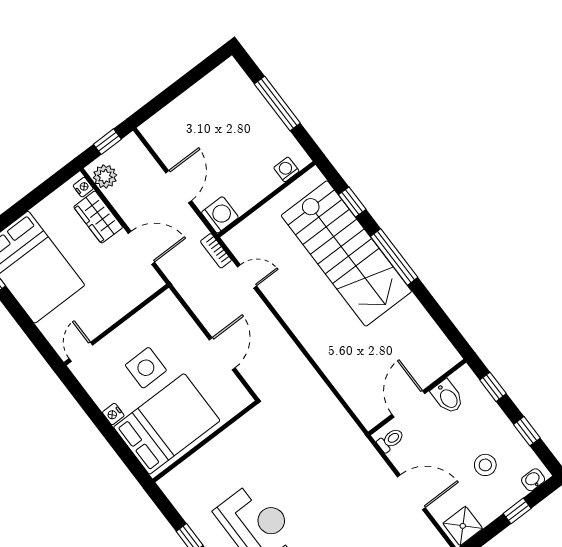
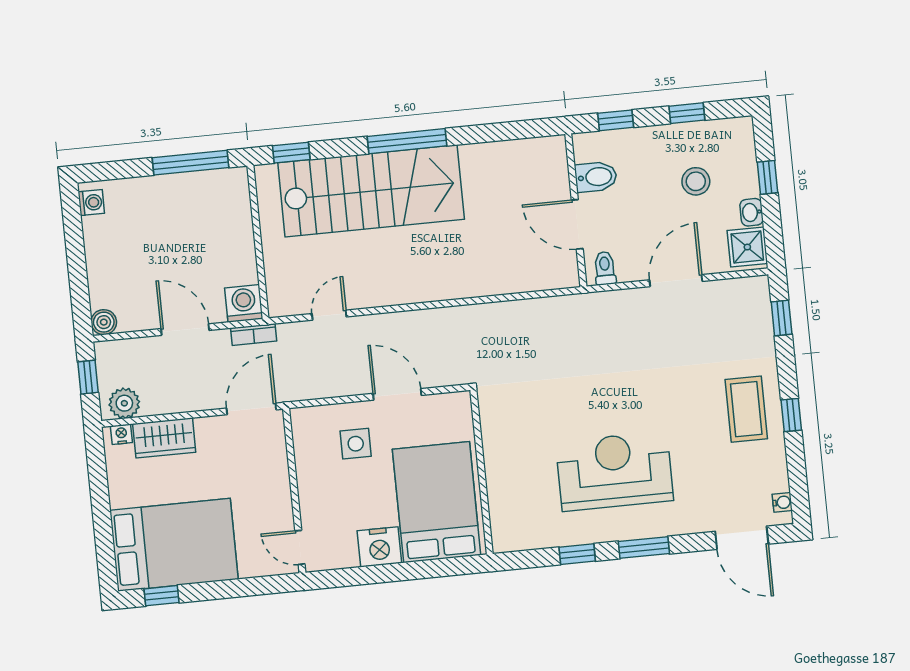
window: (277, 104) -> (191, 163), moved
boiler: (150, 130) -> (104, 322), added
washing machine: (286, 169) -> (91, 203), moved, turned 180
window: (352, 202) -> (291, 153), moved
door: (141, 248) -> (251, 409), moved
bookcase: (216, 251) -> (254, 335), moved
side table: (146, 368) -> (356, 444), moved, width x0.73, depth x0.73
nightstand: (113, 414) -> (379, 547), width x1.89, depth x1.79
washbasin: (533, 480) -> (751, 212), moved

